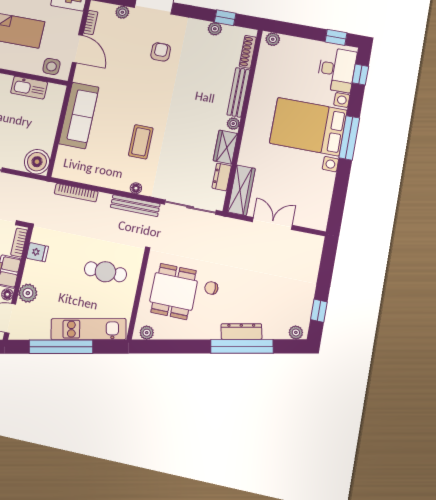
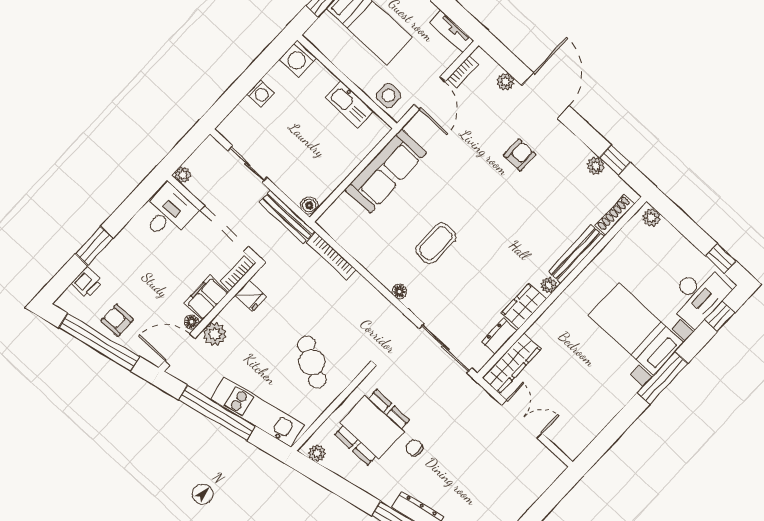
bed with nightstands: (308, 127) -> (636, 329), width x0.73
boiler: (37, 162) -> (309, 205), width x0.54, depth x0.54
bench: (135, 206) -> (287, 217), moved
cafe table: (105, 272) -> (312, 362), turned 30

